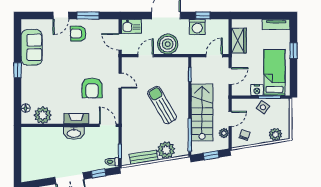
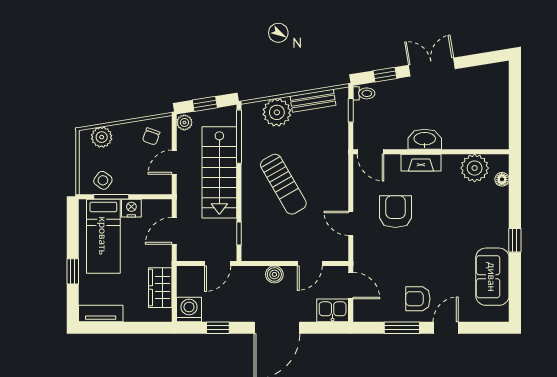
washing machine: (197, 27) -> (189, 309), moved
armchair: (78, 34) -> (418, 299), turned 180
boiler: (168, 44) -> (274, 274), width x0.54, depth x0.54
door: (214, 56) -> (218, 263), moved
side table: (263, 107) -> (103, 180), moved
plant: (224, 133) -> (184, 122), moved

